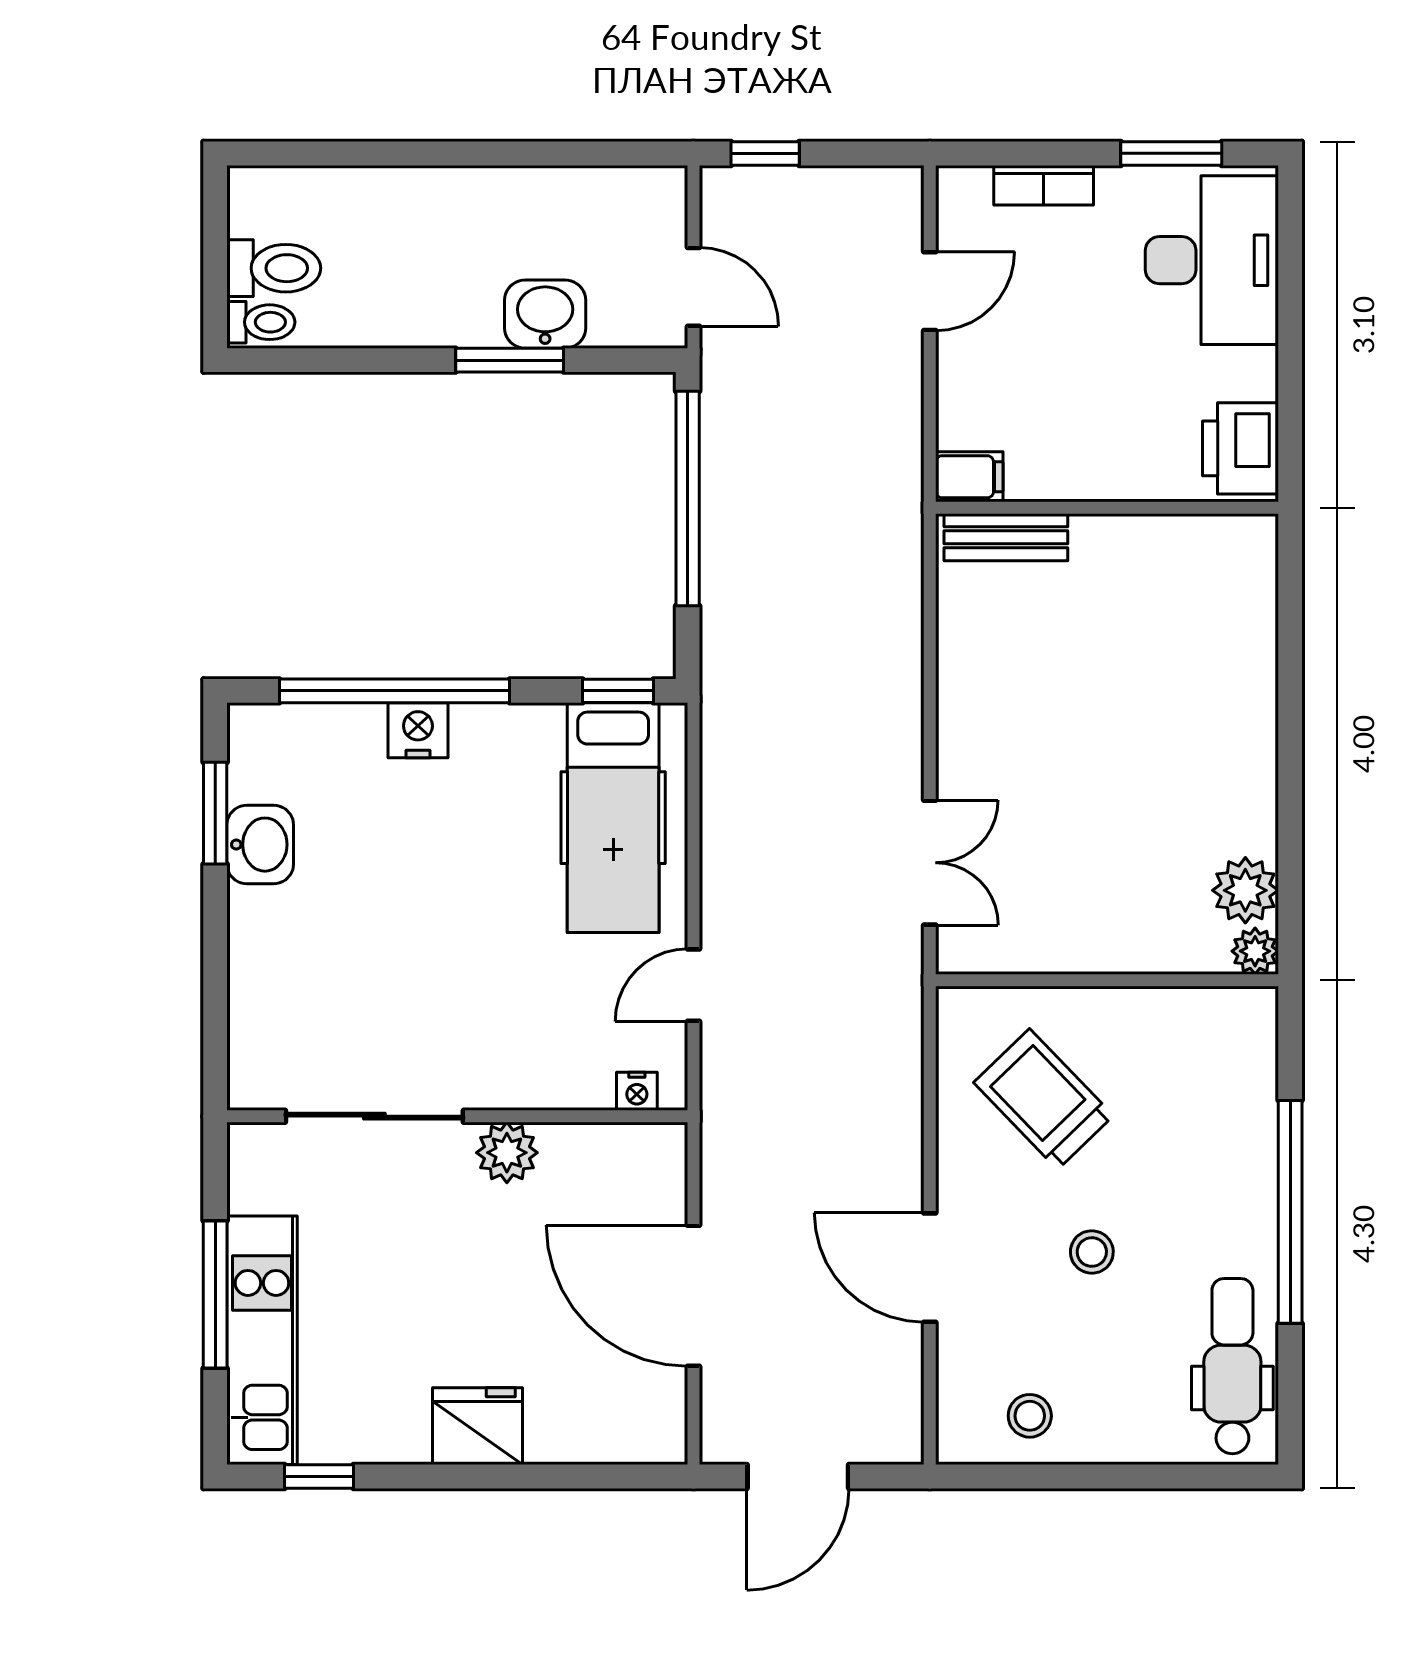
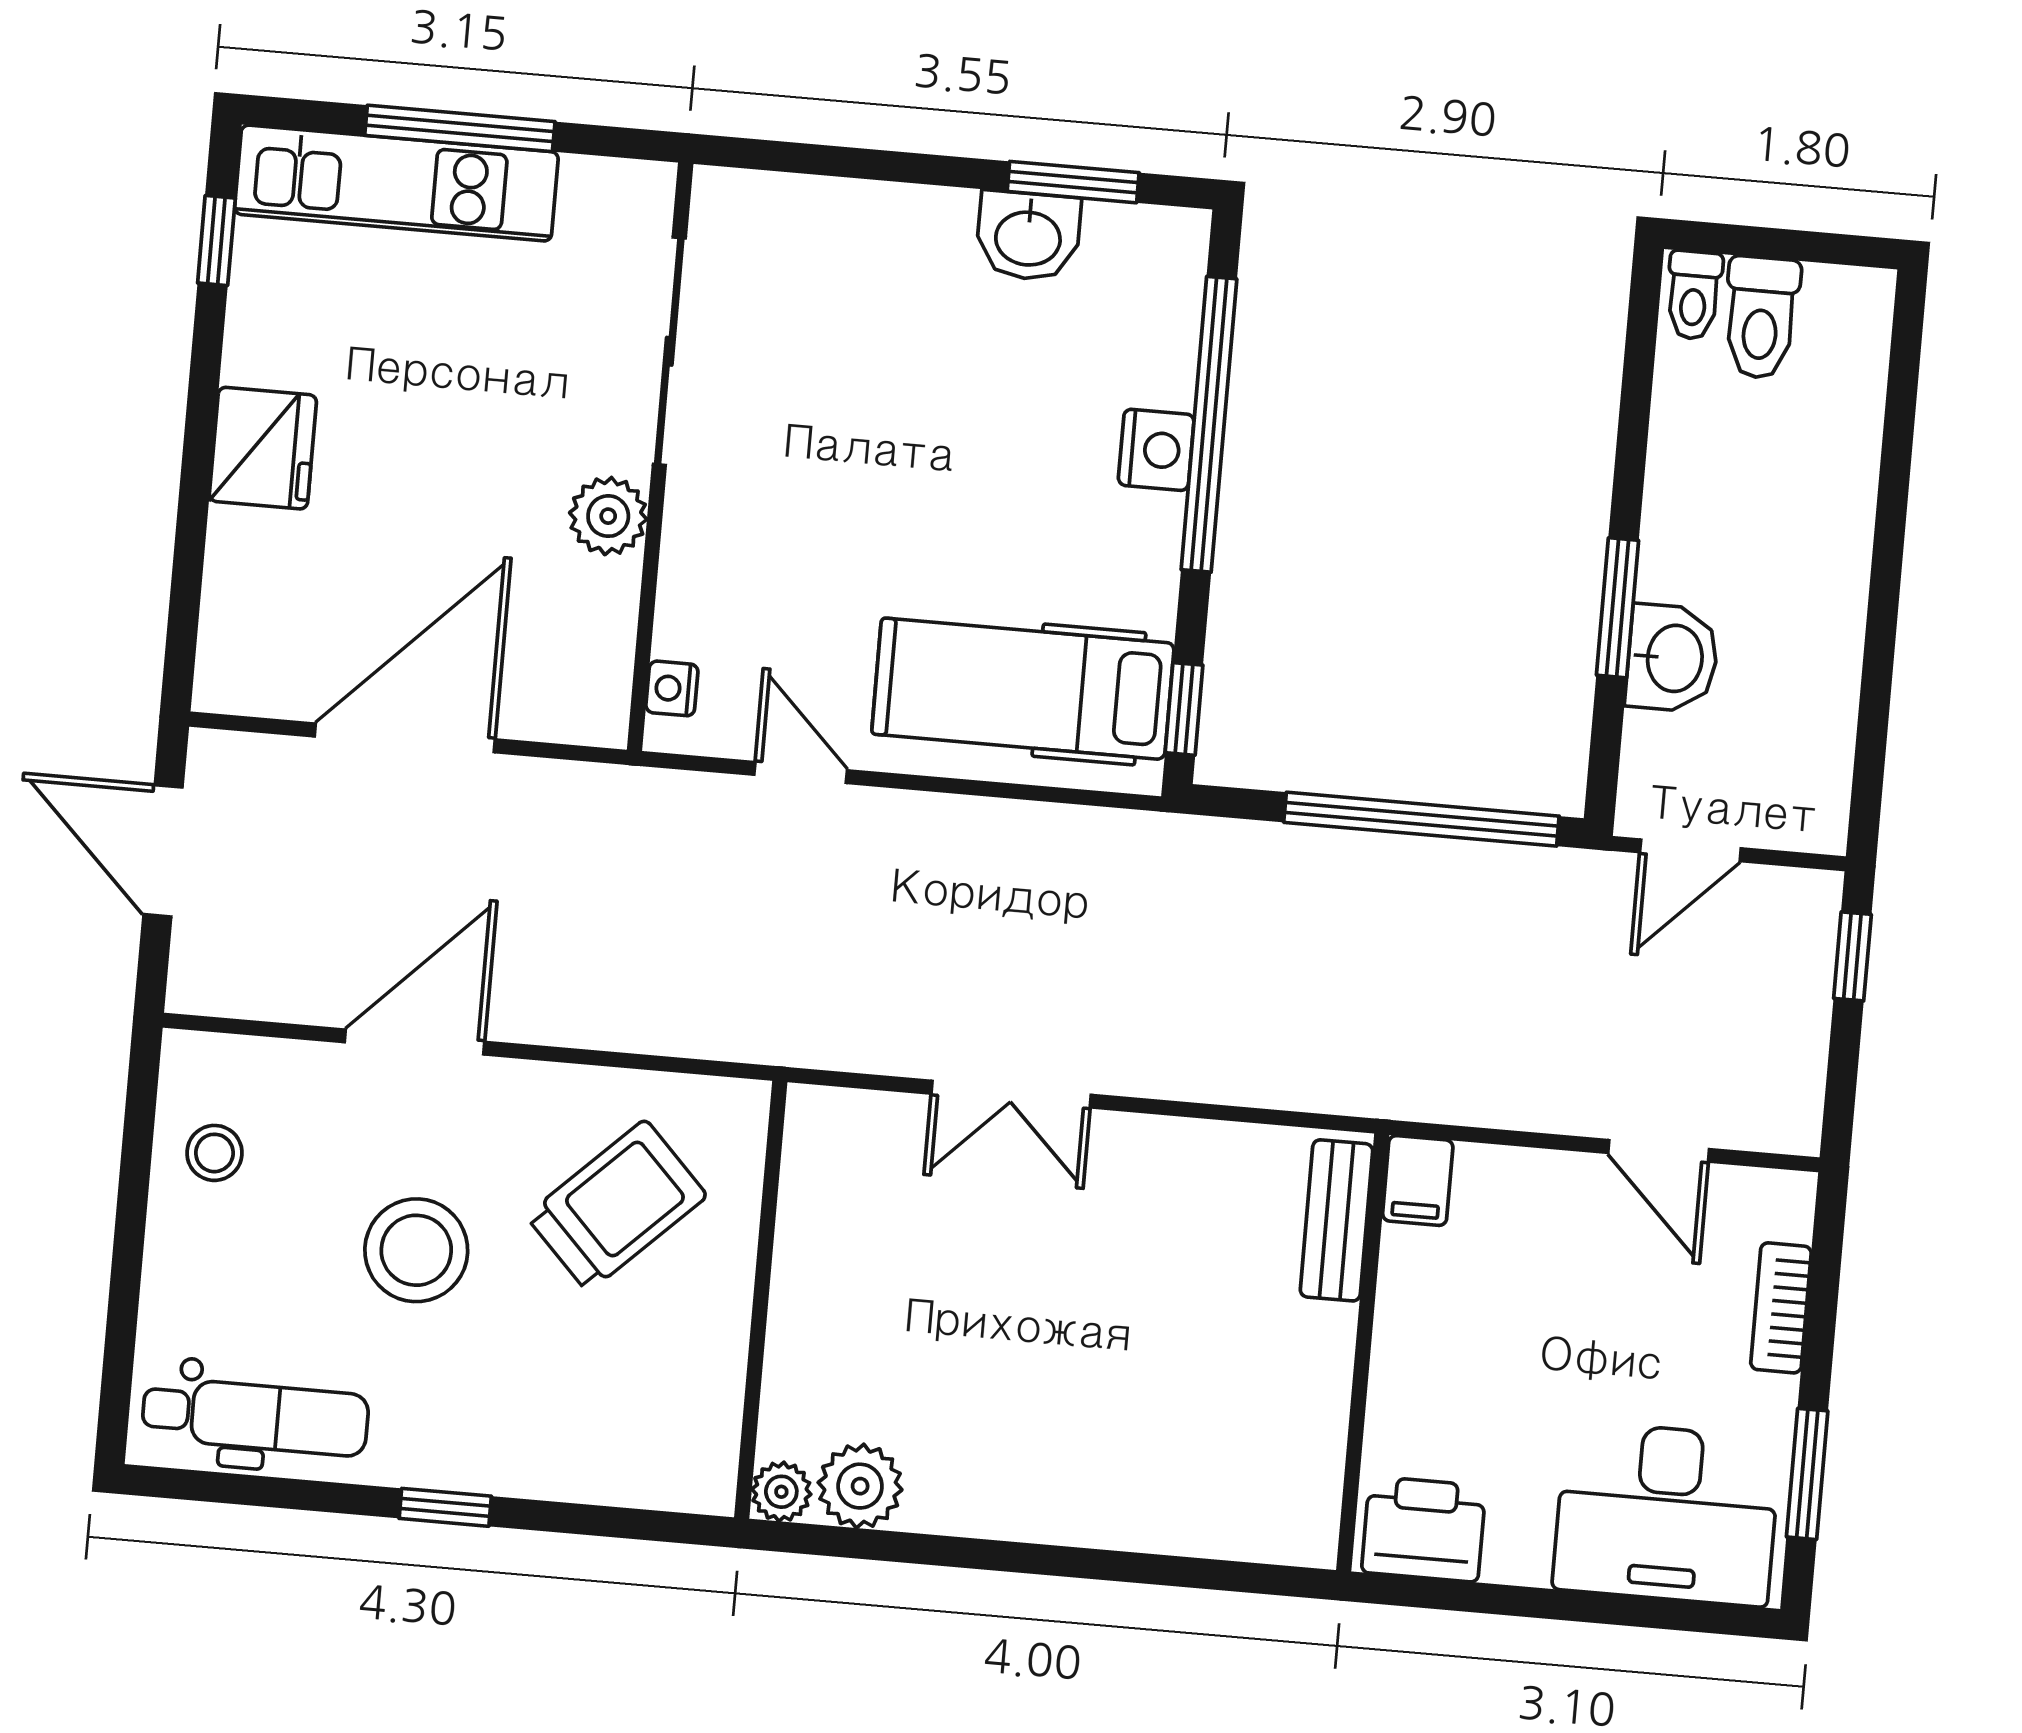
double door: (930, 863) -> (1011, 1094), moved
window: (1290, 1212) -> (445, 1507), width x0.32
stool: (1092, 1252) -> (416, 1250), width x1.89, depth x1.89

